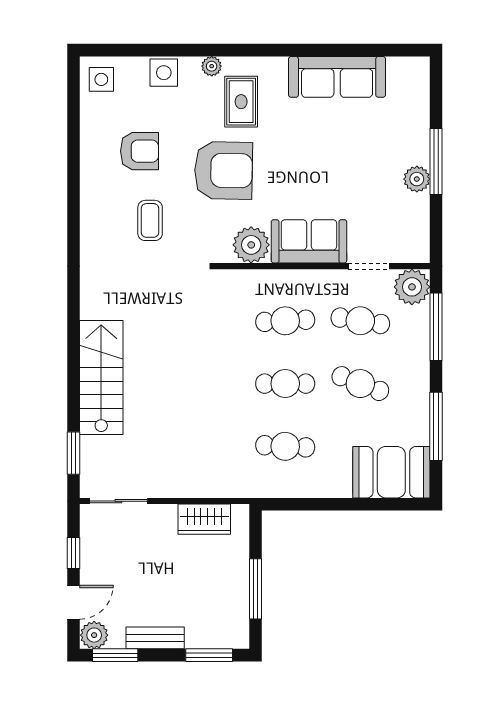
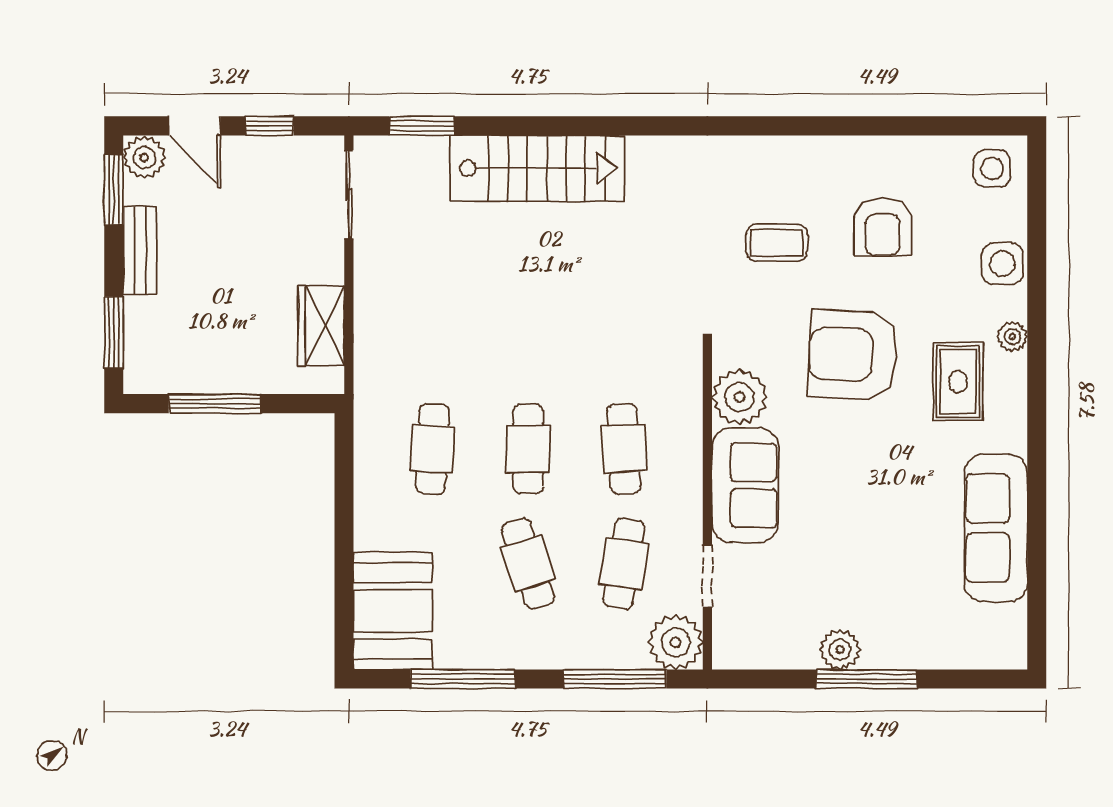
rug: (241, 102) -> (958, 382), turned 90
armchair: (223, 170) -> (853, 355), turned 92
cafe table: (360, 384) -> (528, 564), turned -39

